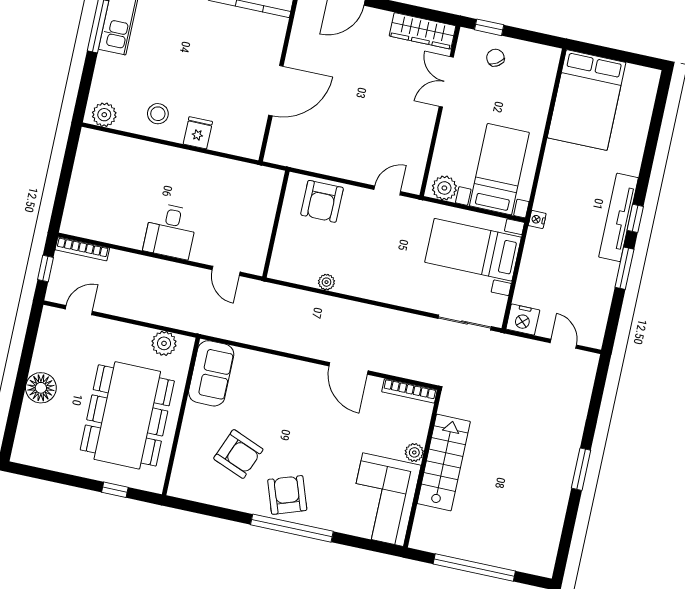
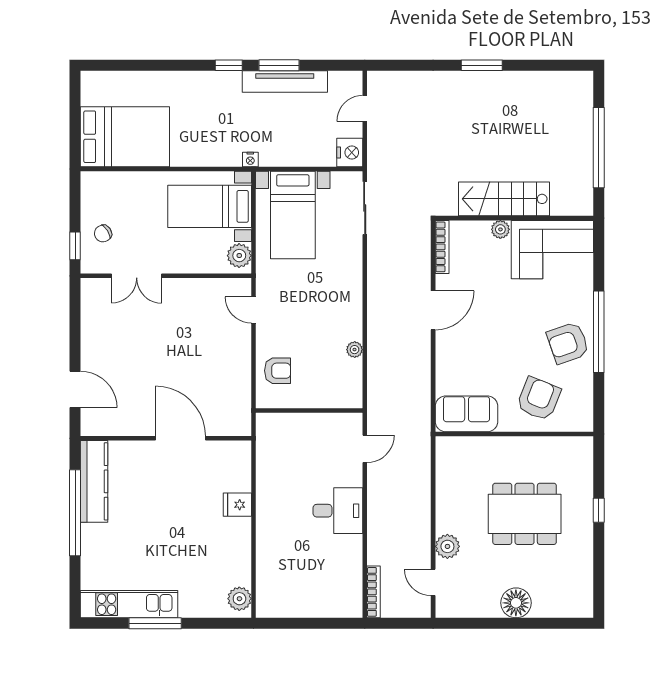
wardrobe: (422, 31) -> (92, 309), removed
stool: (158, 114) -> (227, 547), removed
armchair: (322, 201) -> (278, 371), width x0.72, depth x0.72
tv unit: (619, 217) -> (285, 81), moved
window: (45, 268) -> (400, 623), removed
plant: (164, 343) -> (447, 546), moved
sofa: (211, 373) -> (467, 414), moved
dining table: (127, 415) -> (525, 514), width x0.73, depth x0.80
wall: (181, 416) -> (514, 434), moved

